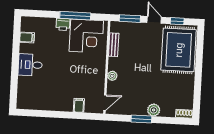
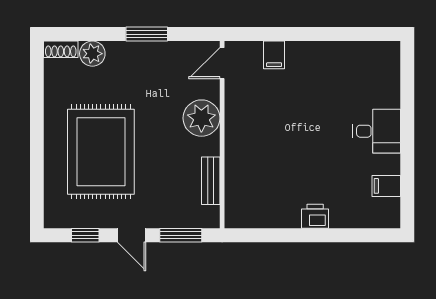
window: (75, 16) -> (291, 235), removed
corner desk: (86, 36) -> (267, 195), removed
rug: (179, 50) -> (101, 152), moved
plant: (112, 76) -> (201, 118), width x1.88, depth x1.88
plant: (154, 110) -> (92, 54), moved

